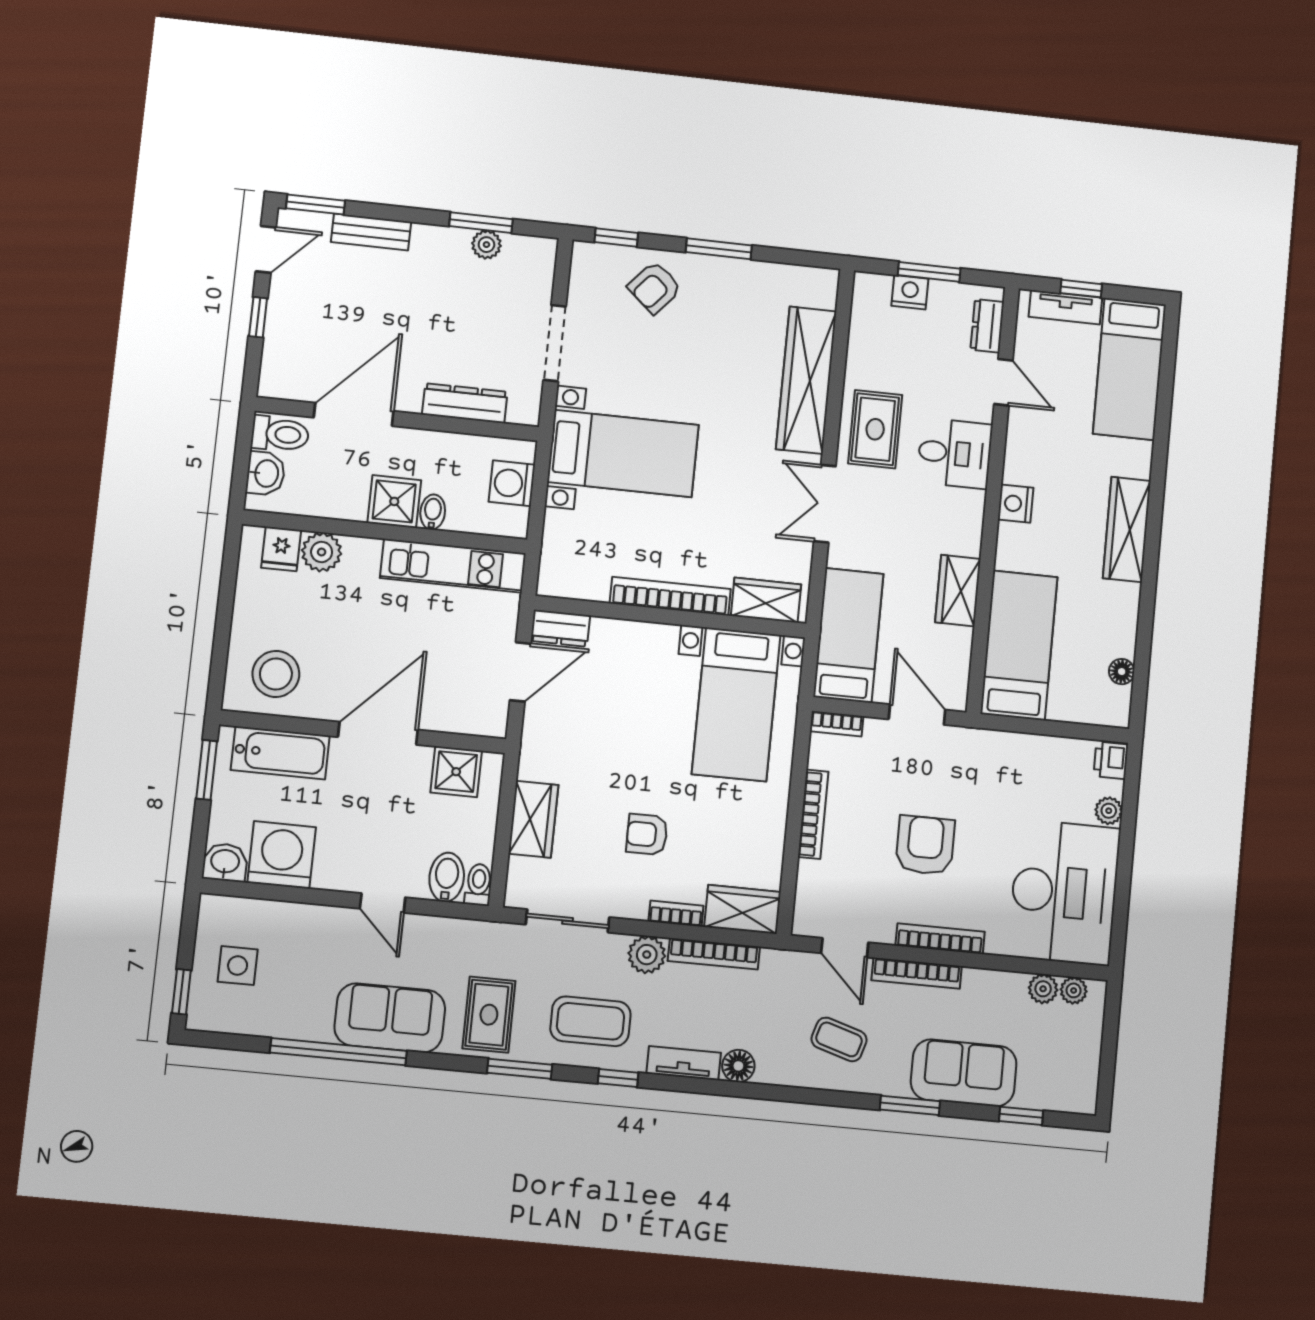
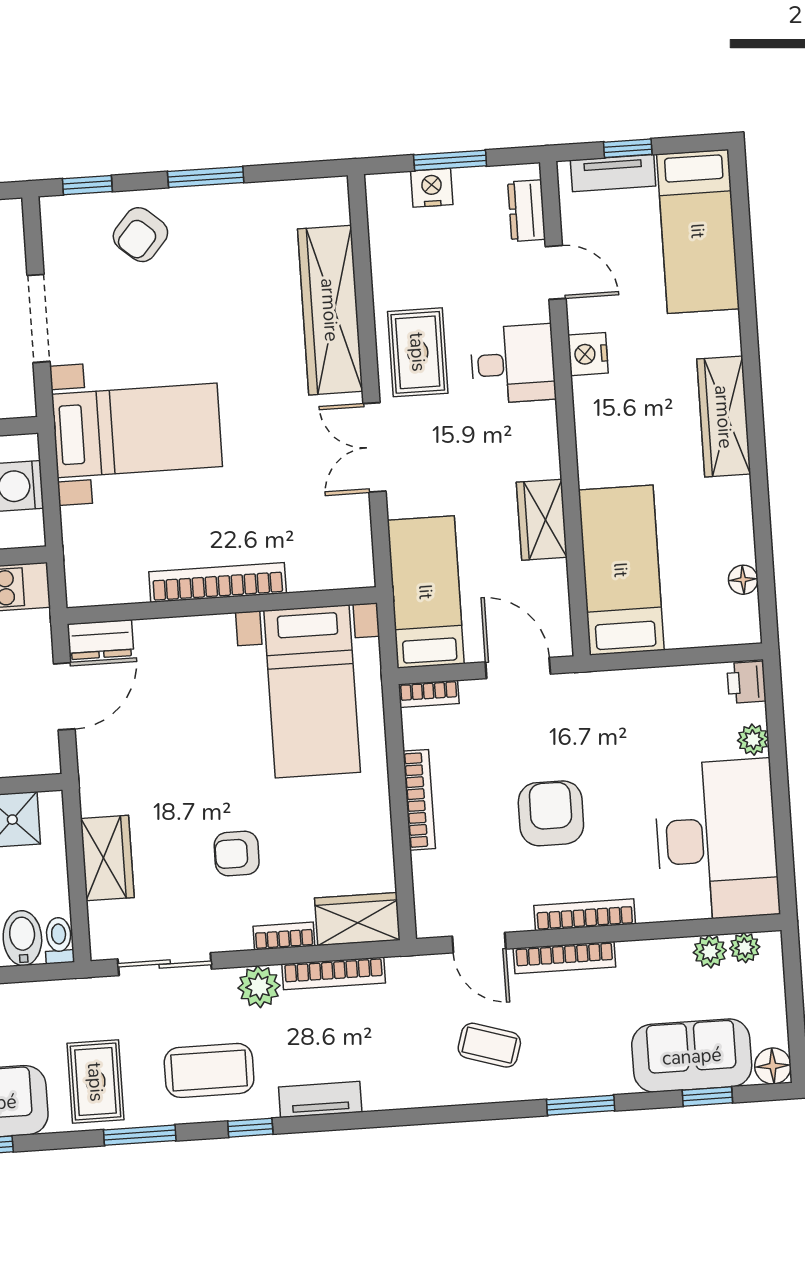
nightstand: (1016, 504) -> (588, 354), moved
wardrobe: (766, 600) -> (326, 568), removed
floor lamp: (738, 1066) -> (773, 1066), moved
sofa: (964, 1073) -> (692, 1056), moved

